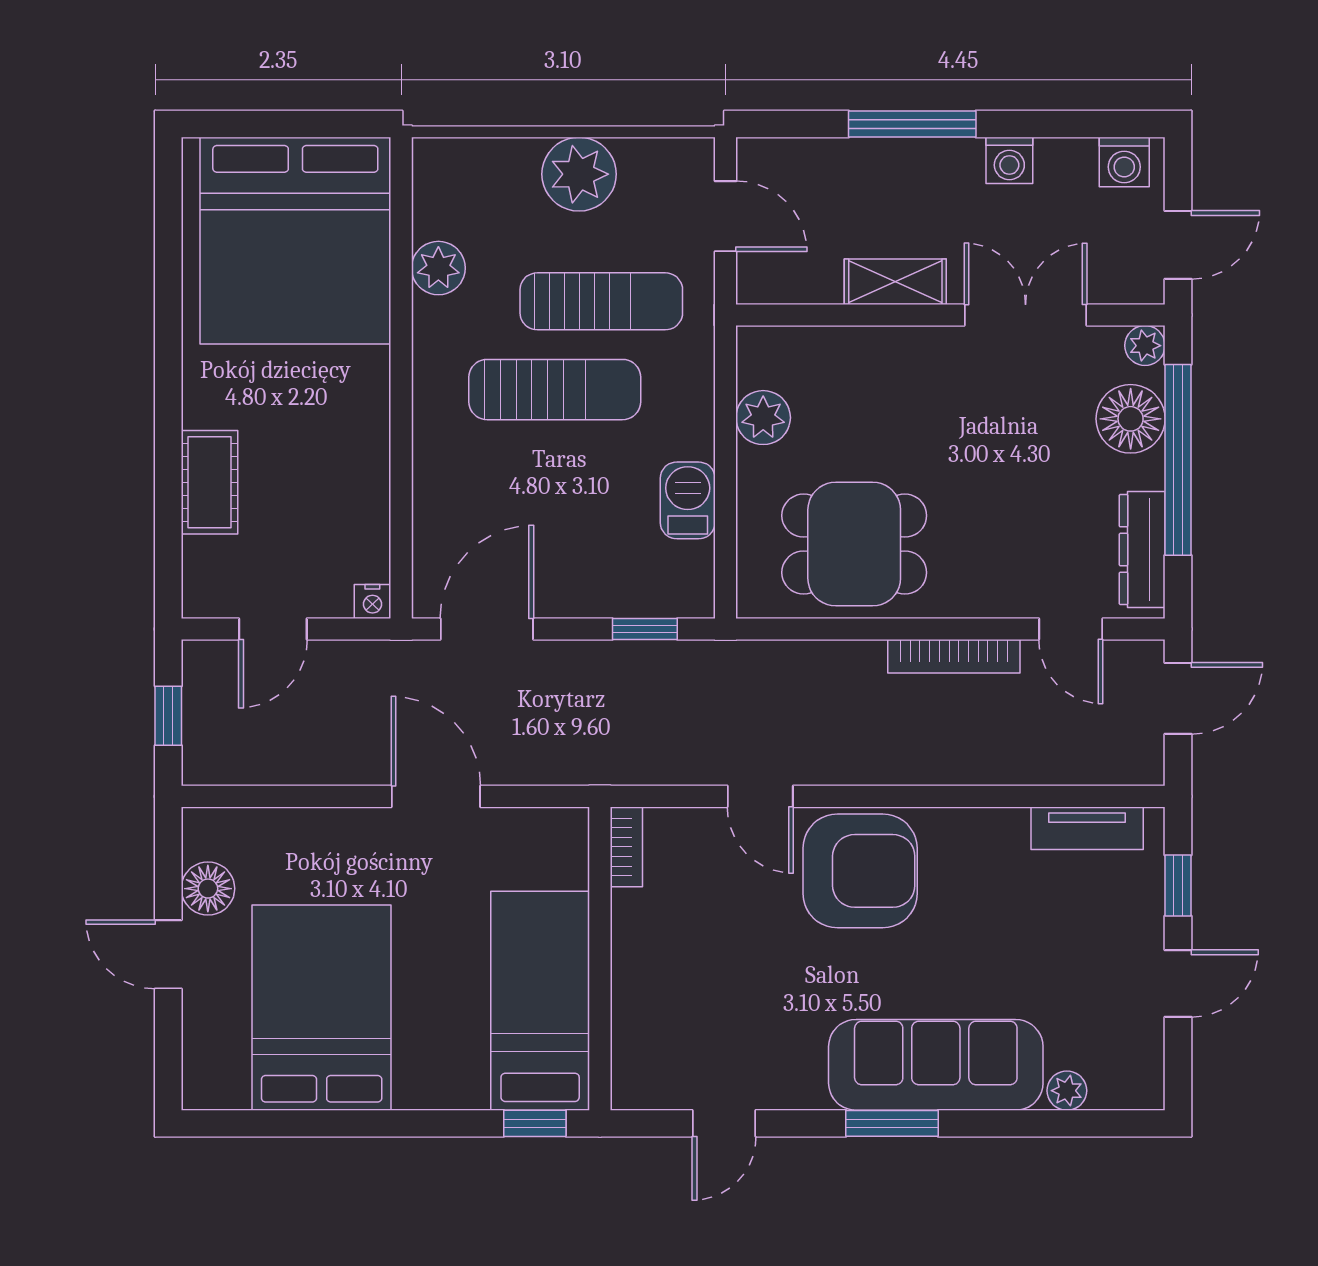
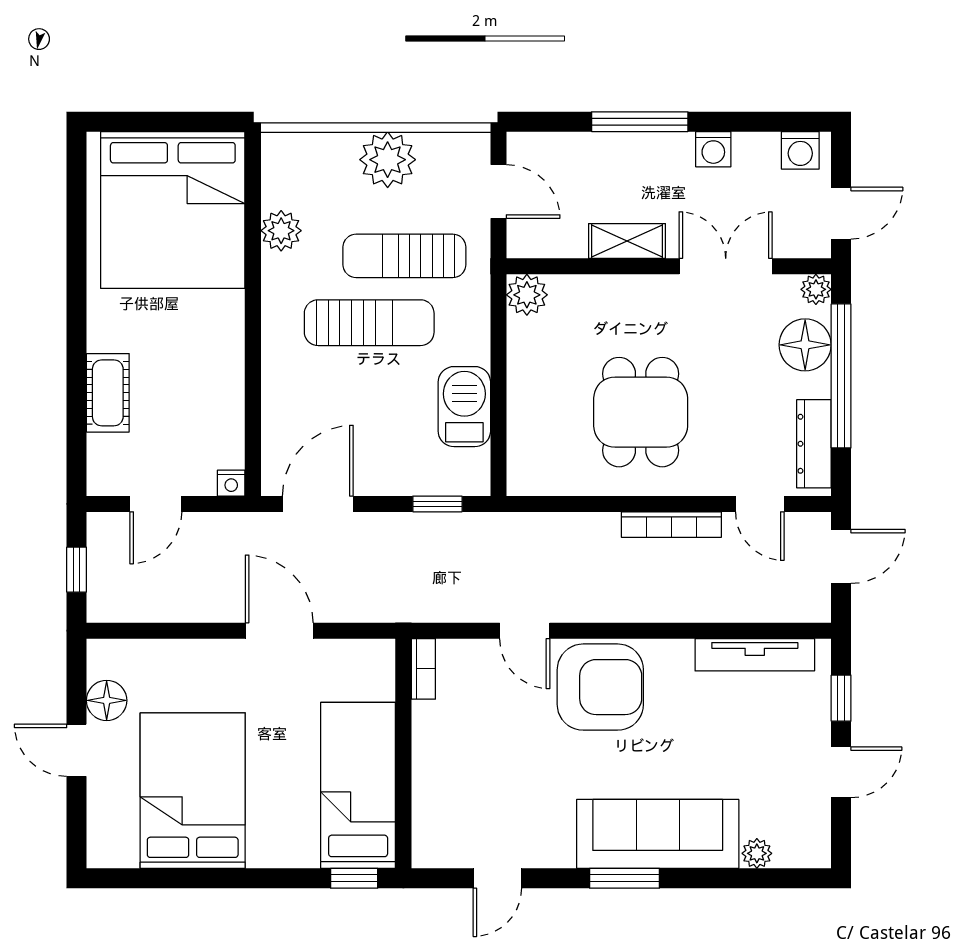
sun lounger: (601, 301) -> (404, 256), turned 180
plant: (763, 418) -> (527, 295), moved
barbecue: (688, 500) -> (464, 407), width x1.38, depth x1.27
dining table: (854, 544) -> (641, 412), moved, turned 90
tv unit: (1087, 828) -> (755, 655), width x1.41

